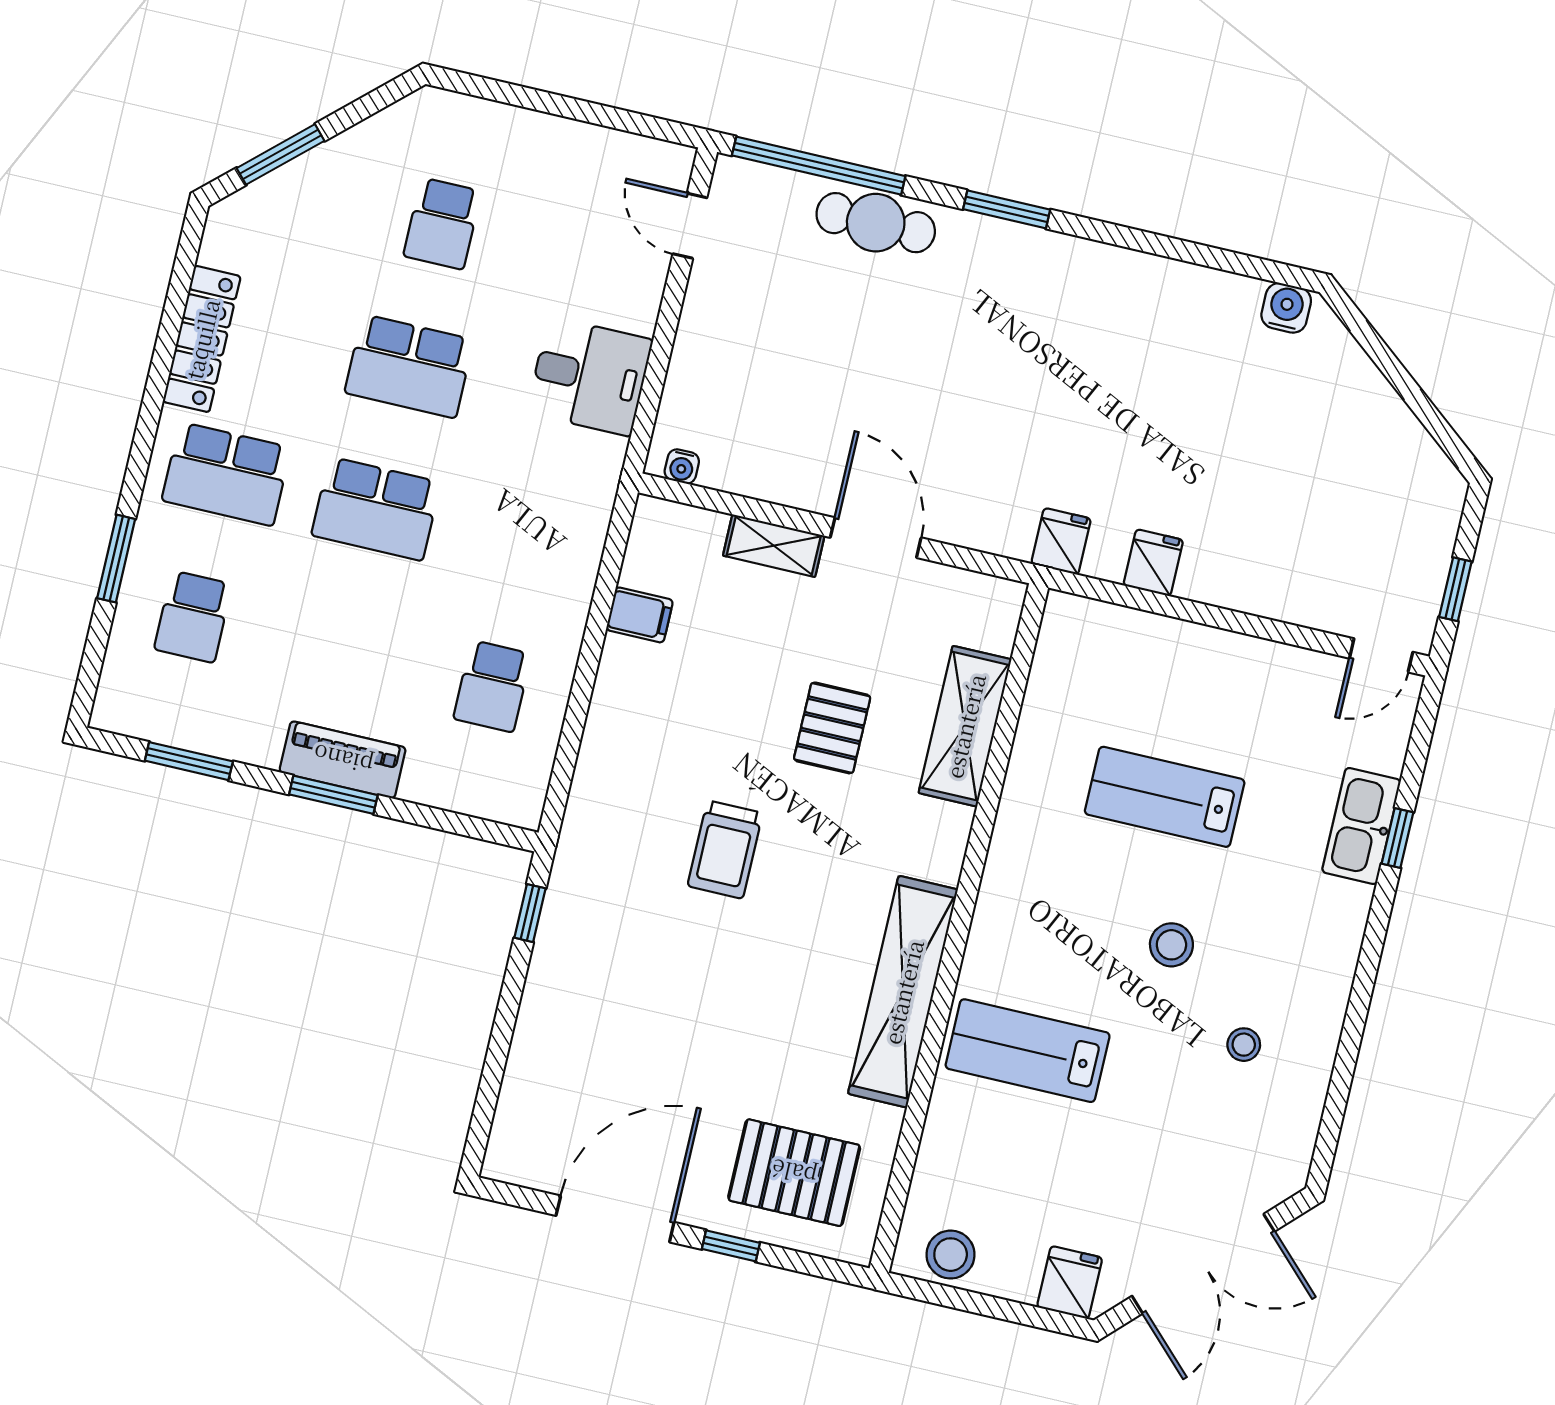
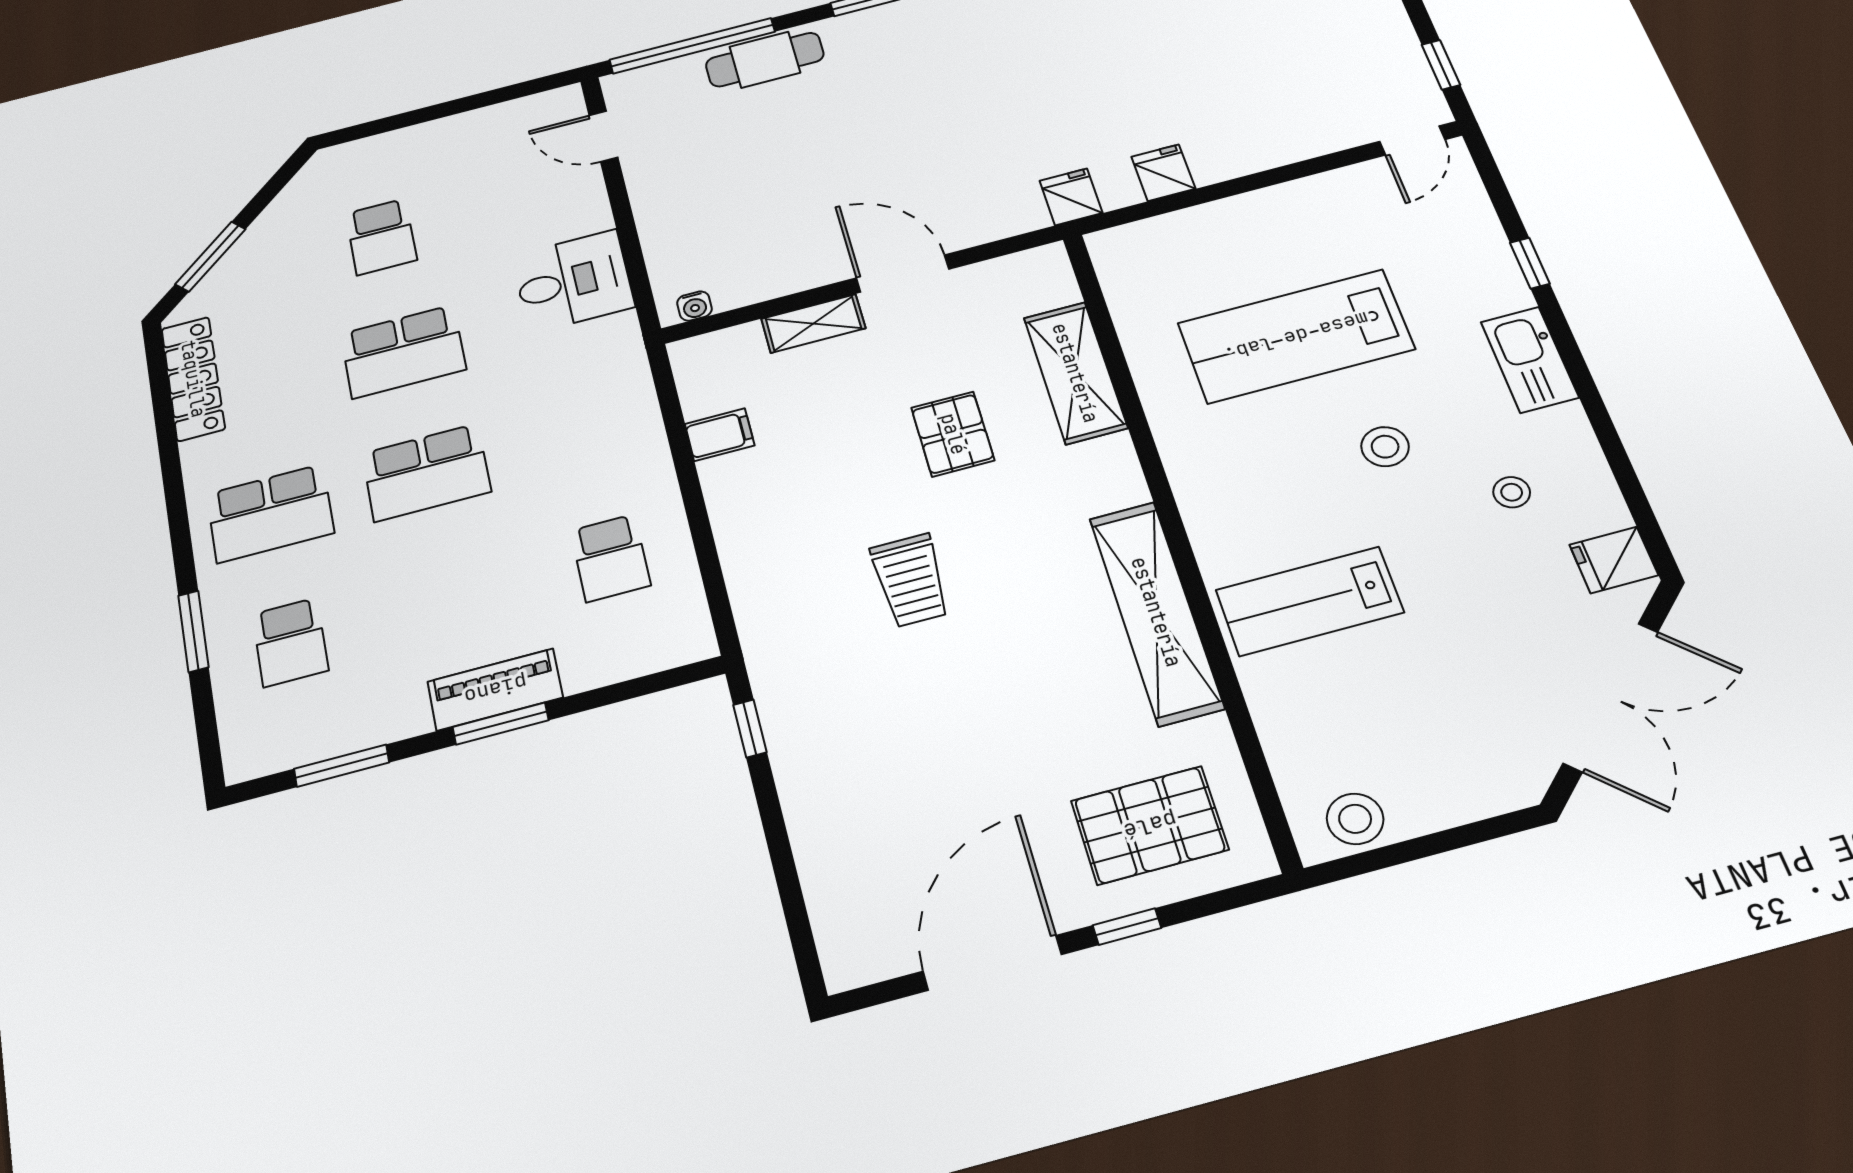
locker: (202, 339) -> (193, 379), moved
lab bench: (1165, 797) -> (1296, 336), width x1.36, depth x1.39
kitchen sink: (1361, 826) -> (1530, 360), moved
fridge: (1070, 1282) -> (1614, 560), moved, turned -90

